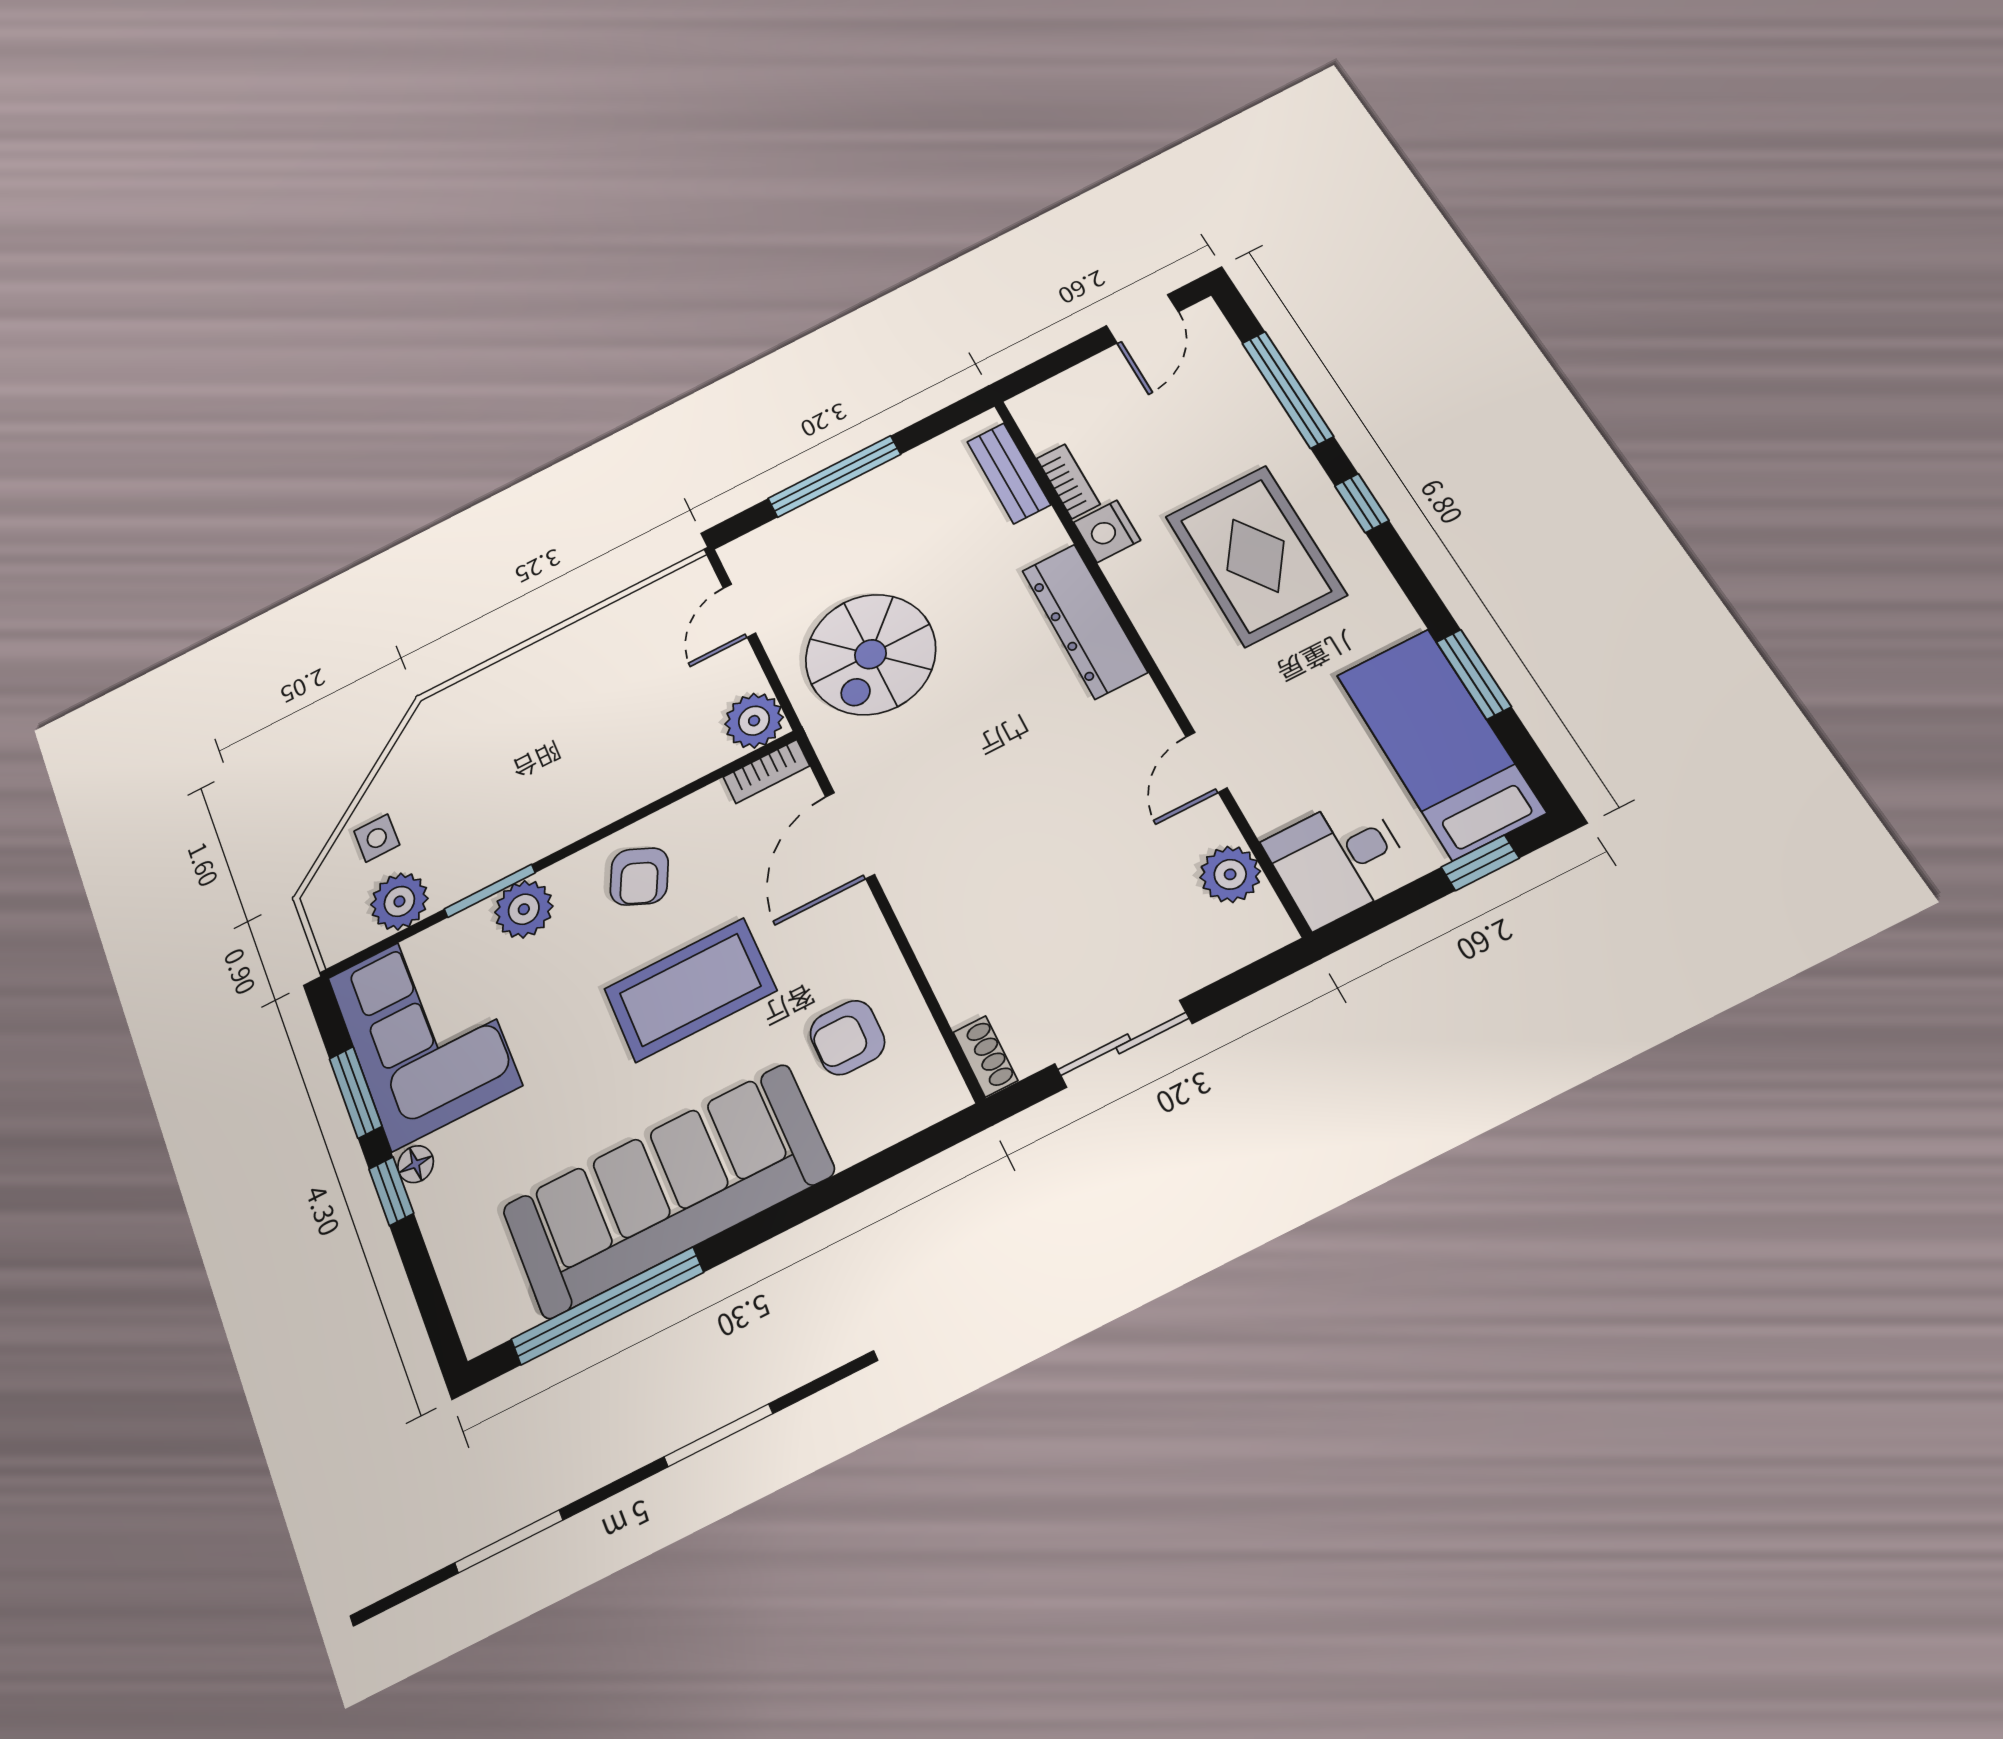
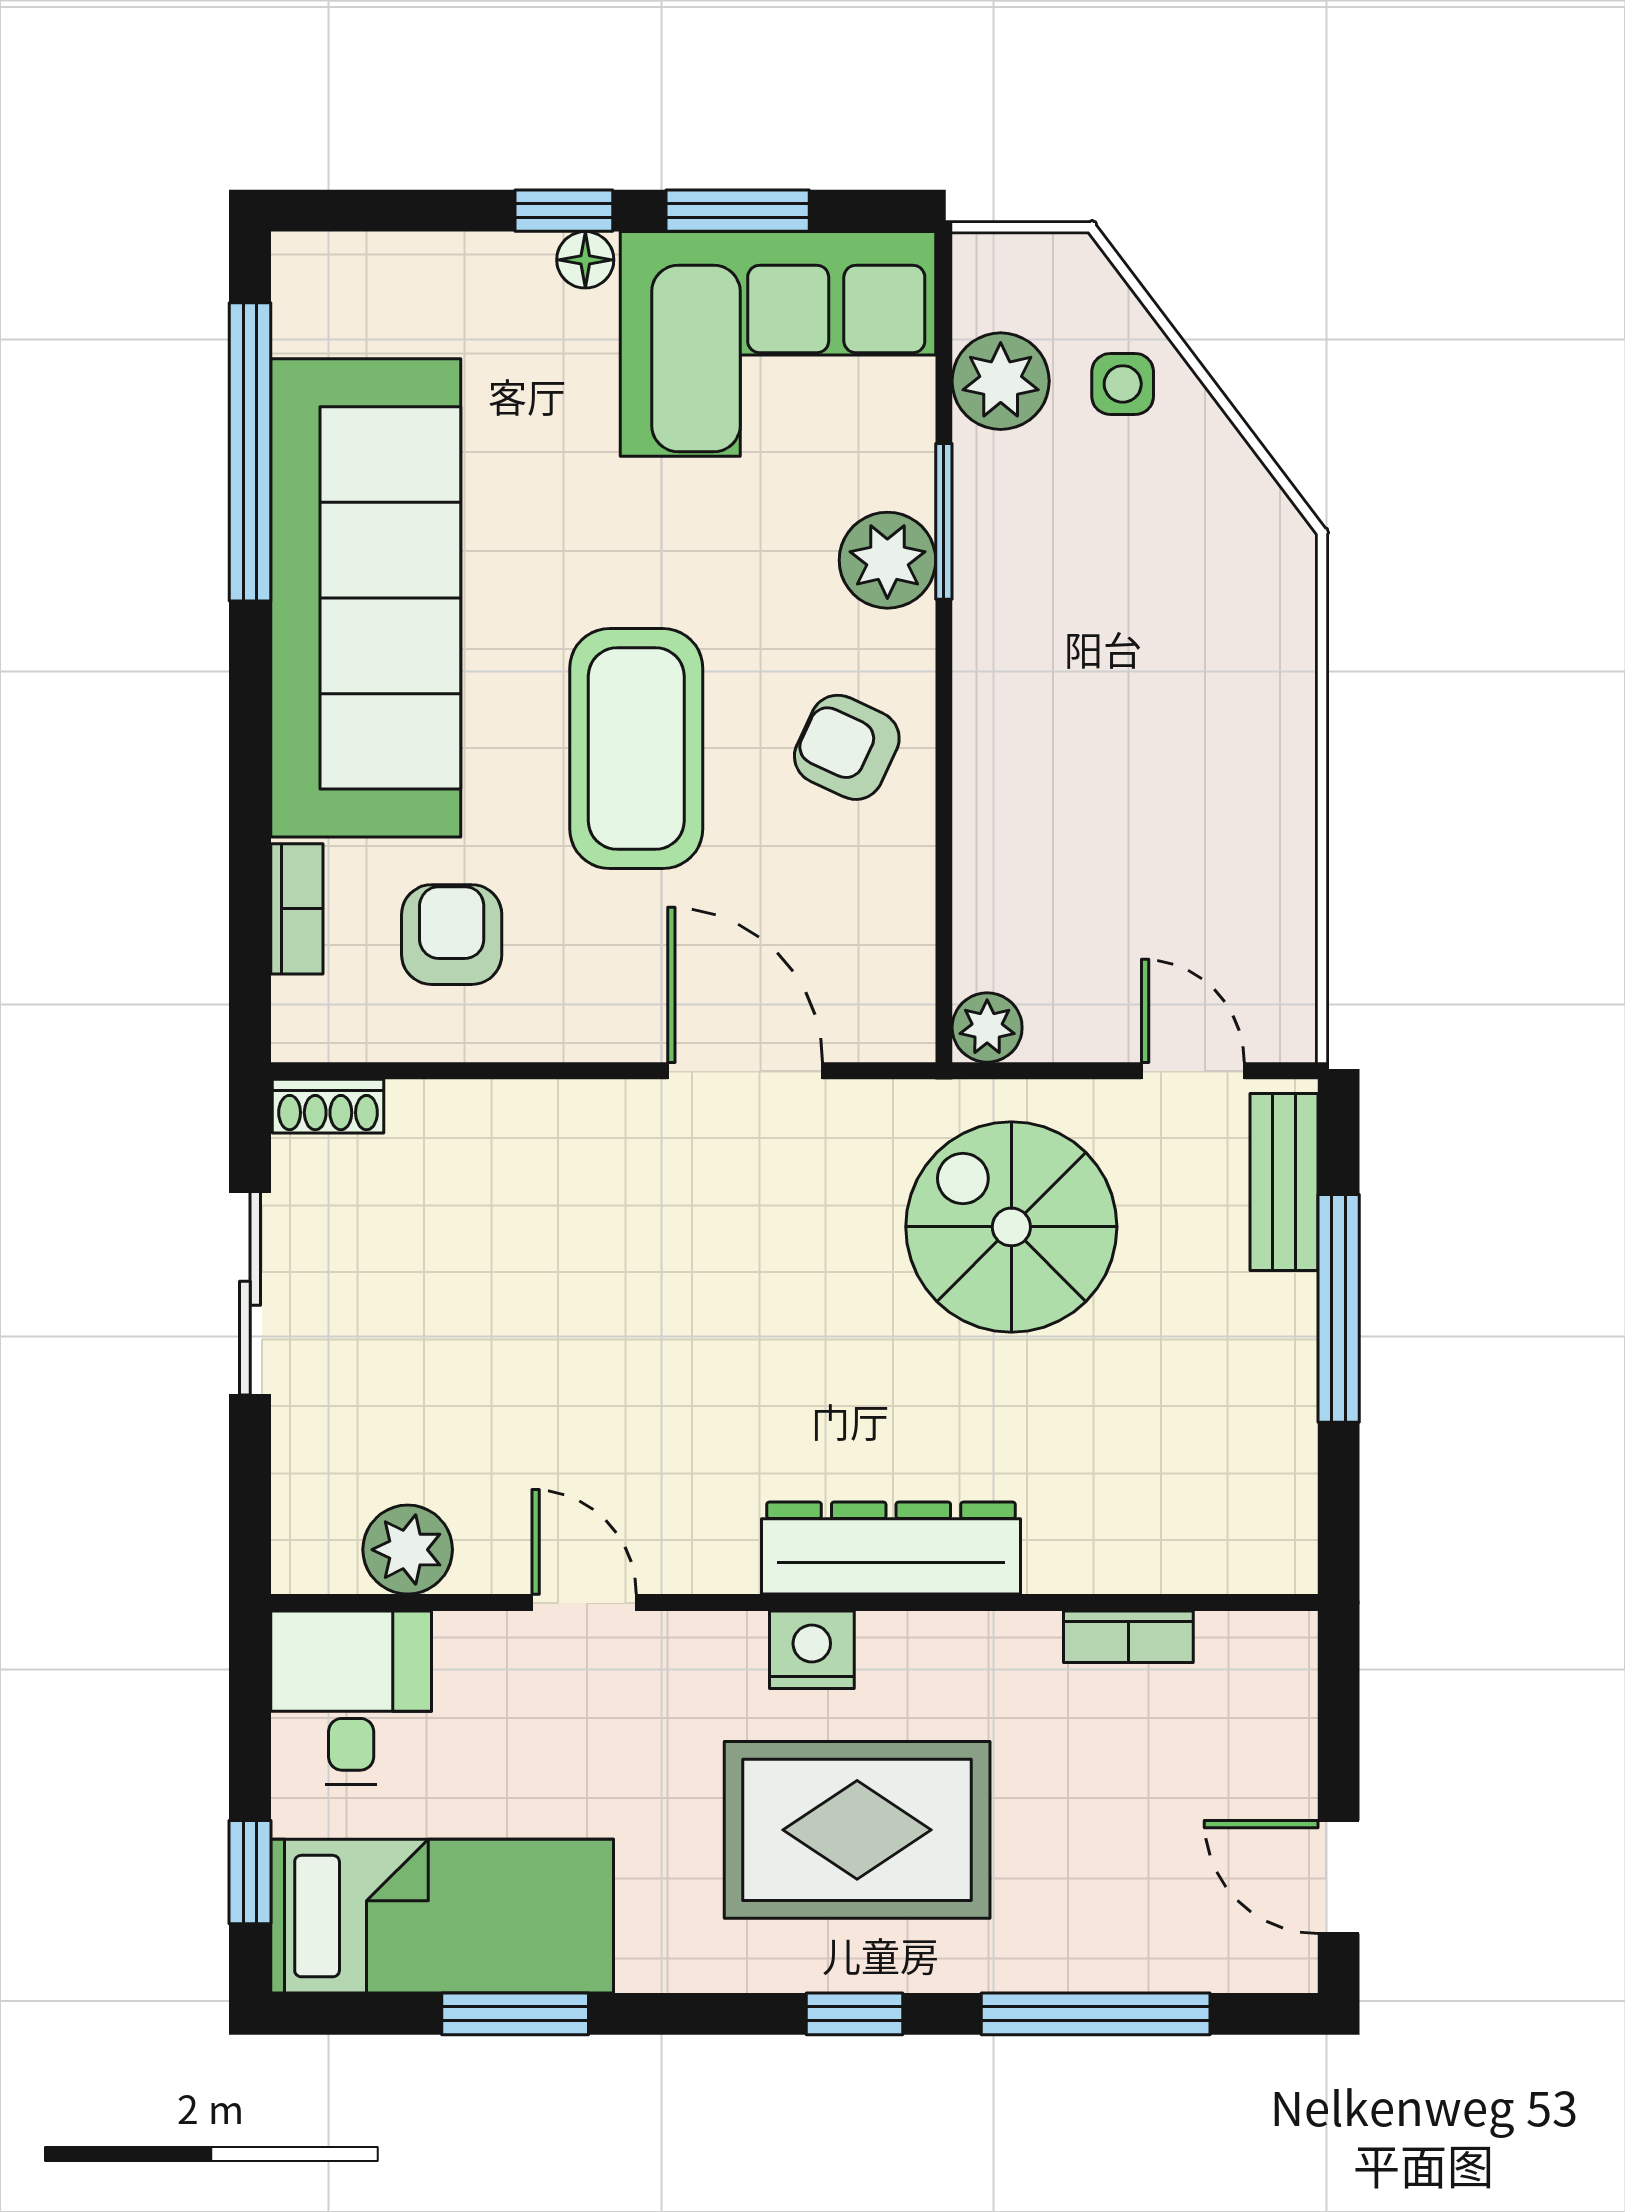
bench: (1009, 473) -> (1284, 1182), moved, turned 90
nightstand: (1107, 531) -> (812, 1650), moved
plant: (754, 721) -> (987, 1028), width x0.73, depth x0.73
bookcase: (766, 771) -> (297, 909), moved, turned 180

